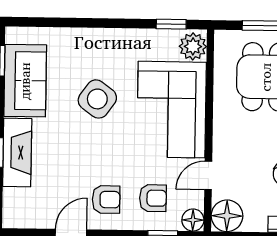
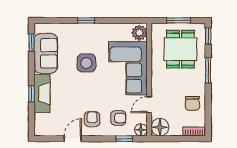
window: (171, 24) -> (86, 20), moved
side table: (97, 99) -> (86, 63), turned -36
armchair: (106, 200) -> (92, 119), turned -90

